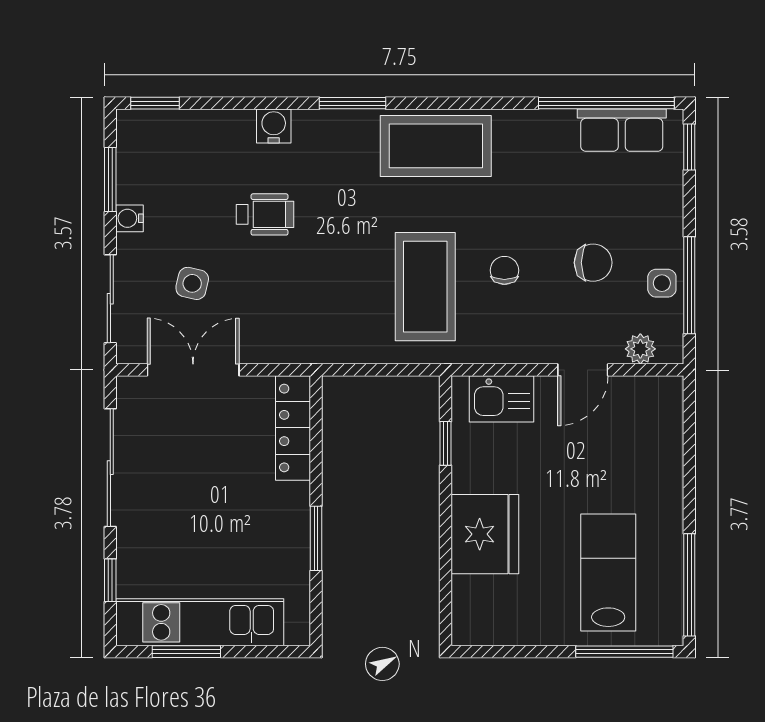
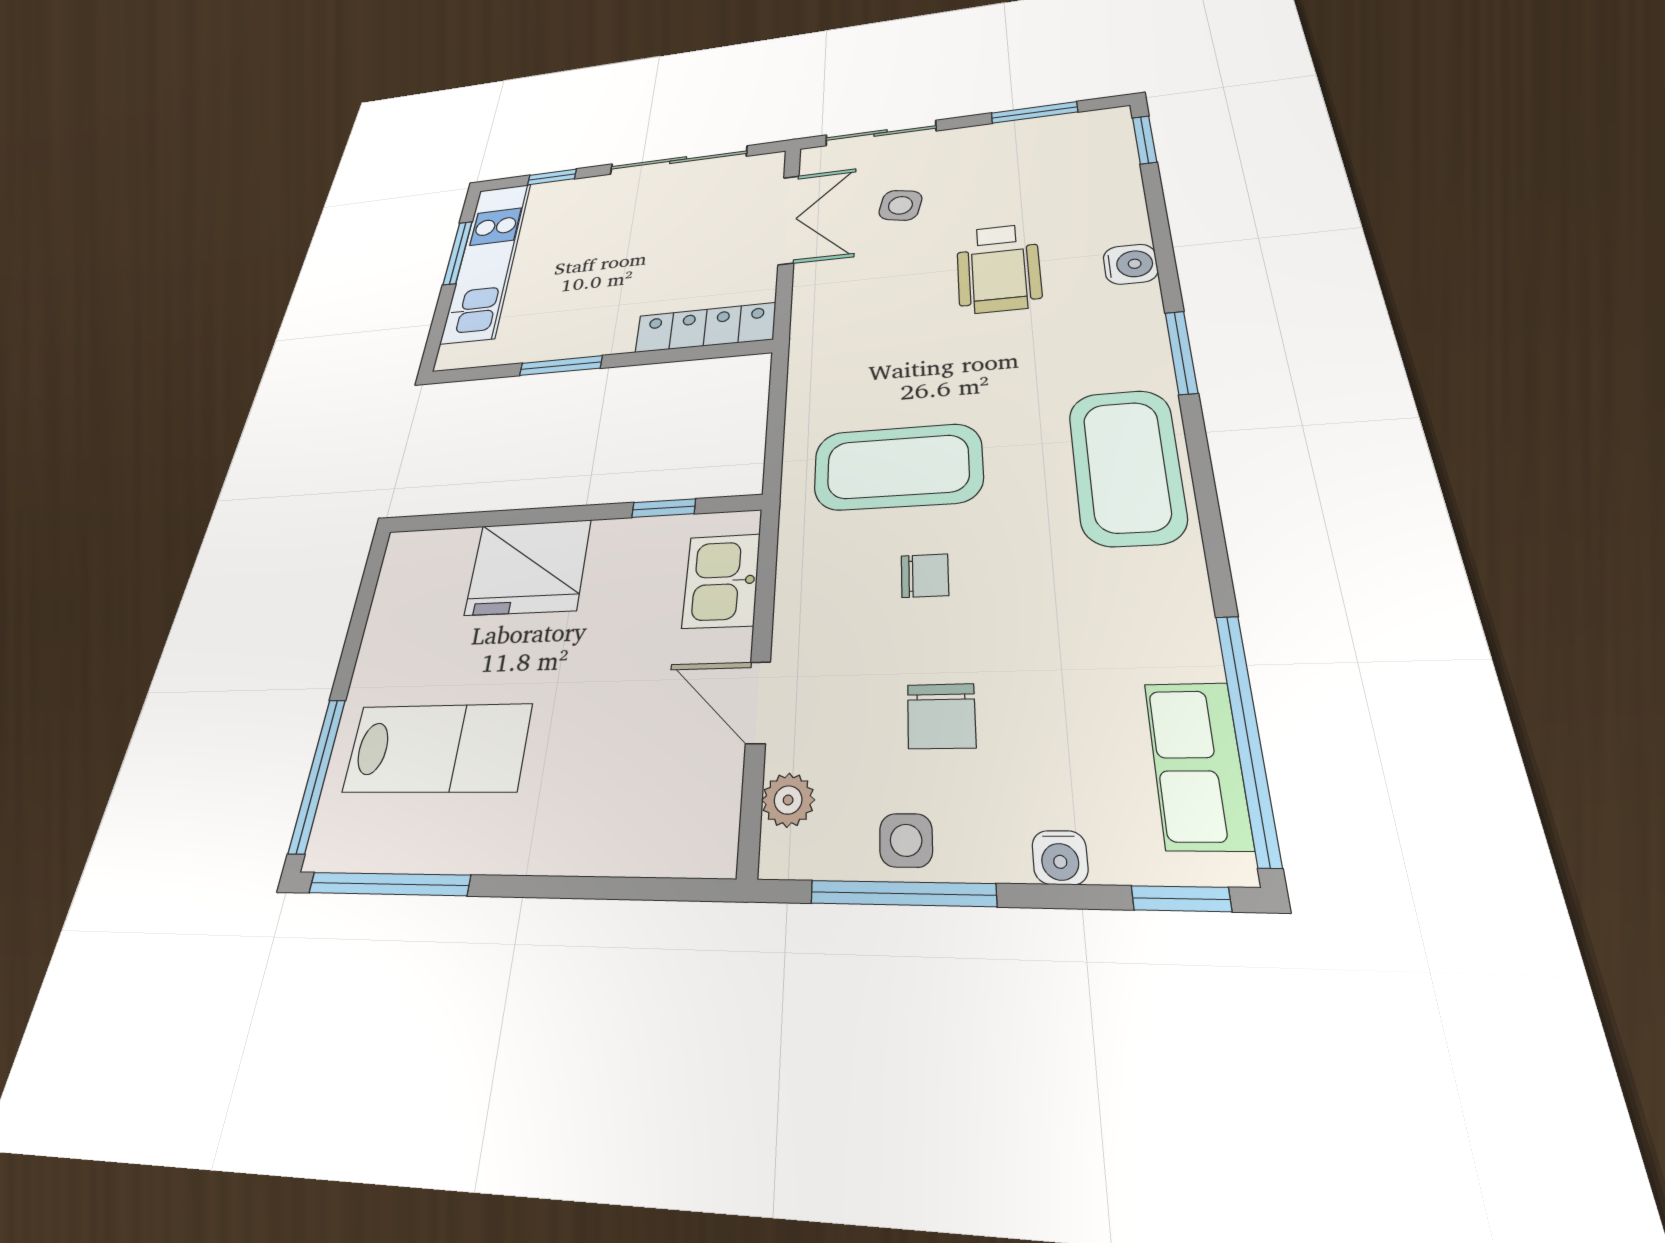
wheelchair: (265, 214) -> (998, 268), width x1.36, depth x1.37
water cooler: (130, 218) -> (1060, 857), moved, turned 180

